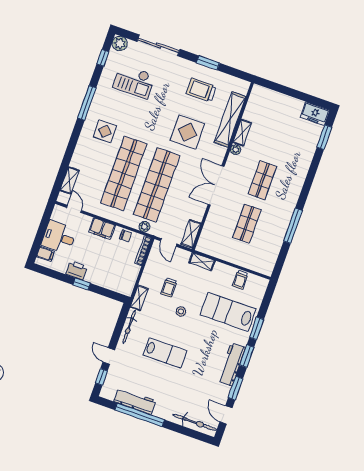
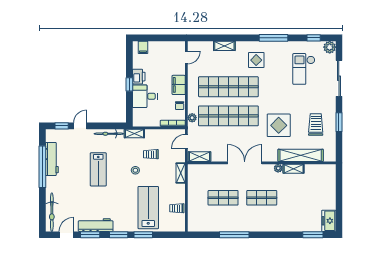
shelving: (70, 180) -> (224, 46), moved
desk: (59, 237) -> (145, 96), moved, turned -90
workbench: (232, 364) -> (96, 225), moved

